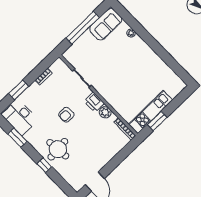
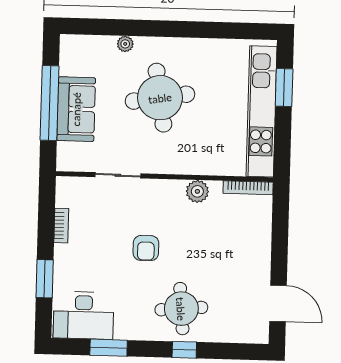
sofa: (106, 24) -> (76, 109), moved
round table: (125, 65) -> (160, 98), added
printer: (94, 102) -> (168, 192), removed
kitchen unit: (150, 112) -> (262, 111), width x1.36
window: (157, 121) -> (284, 87), moved

